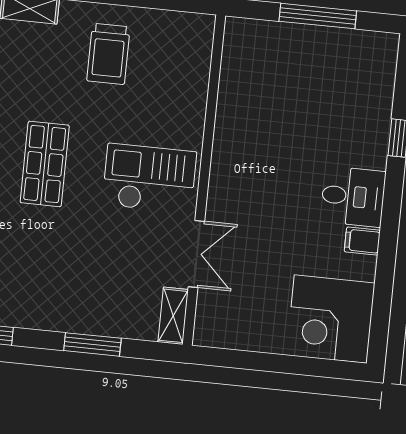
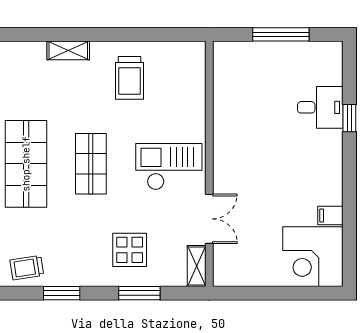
desk: (353, 197) -> (320, 107), moved
filing cabinet: (362, 241) -> (330, 216), moved
display table: (85, 285) -> (130, 250), added

